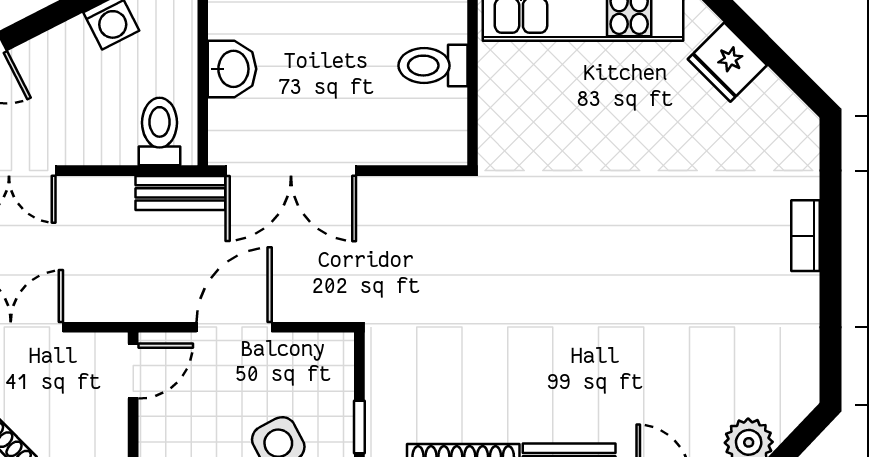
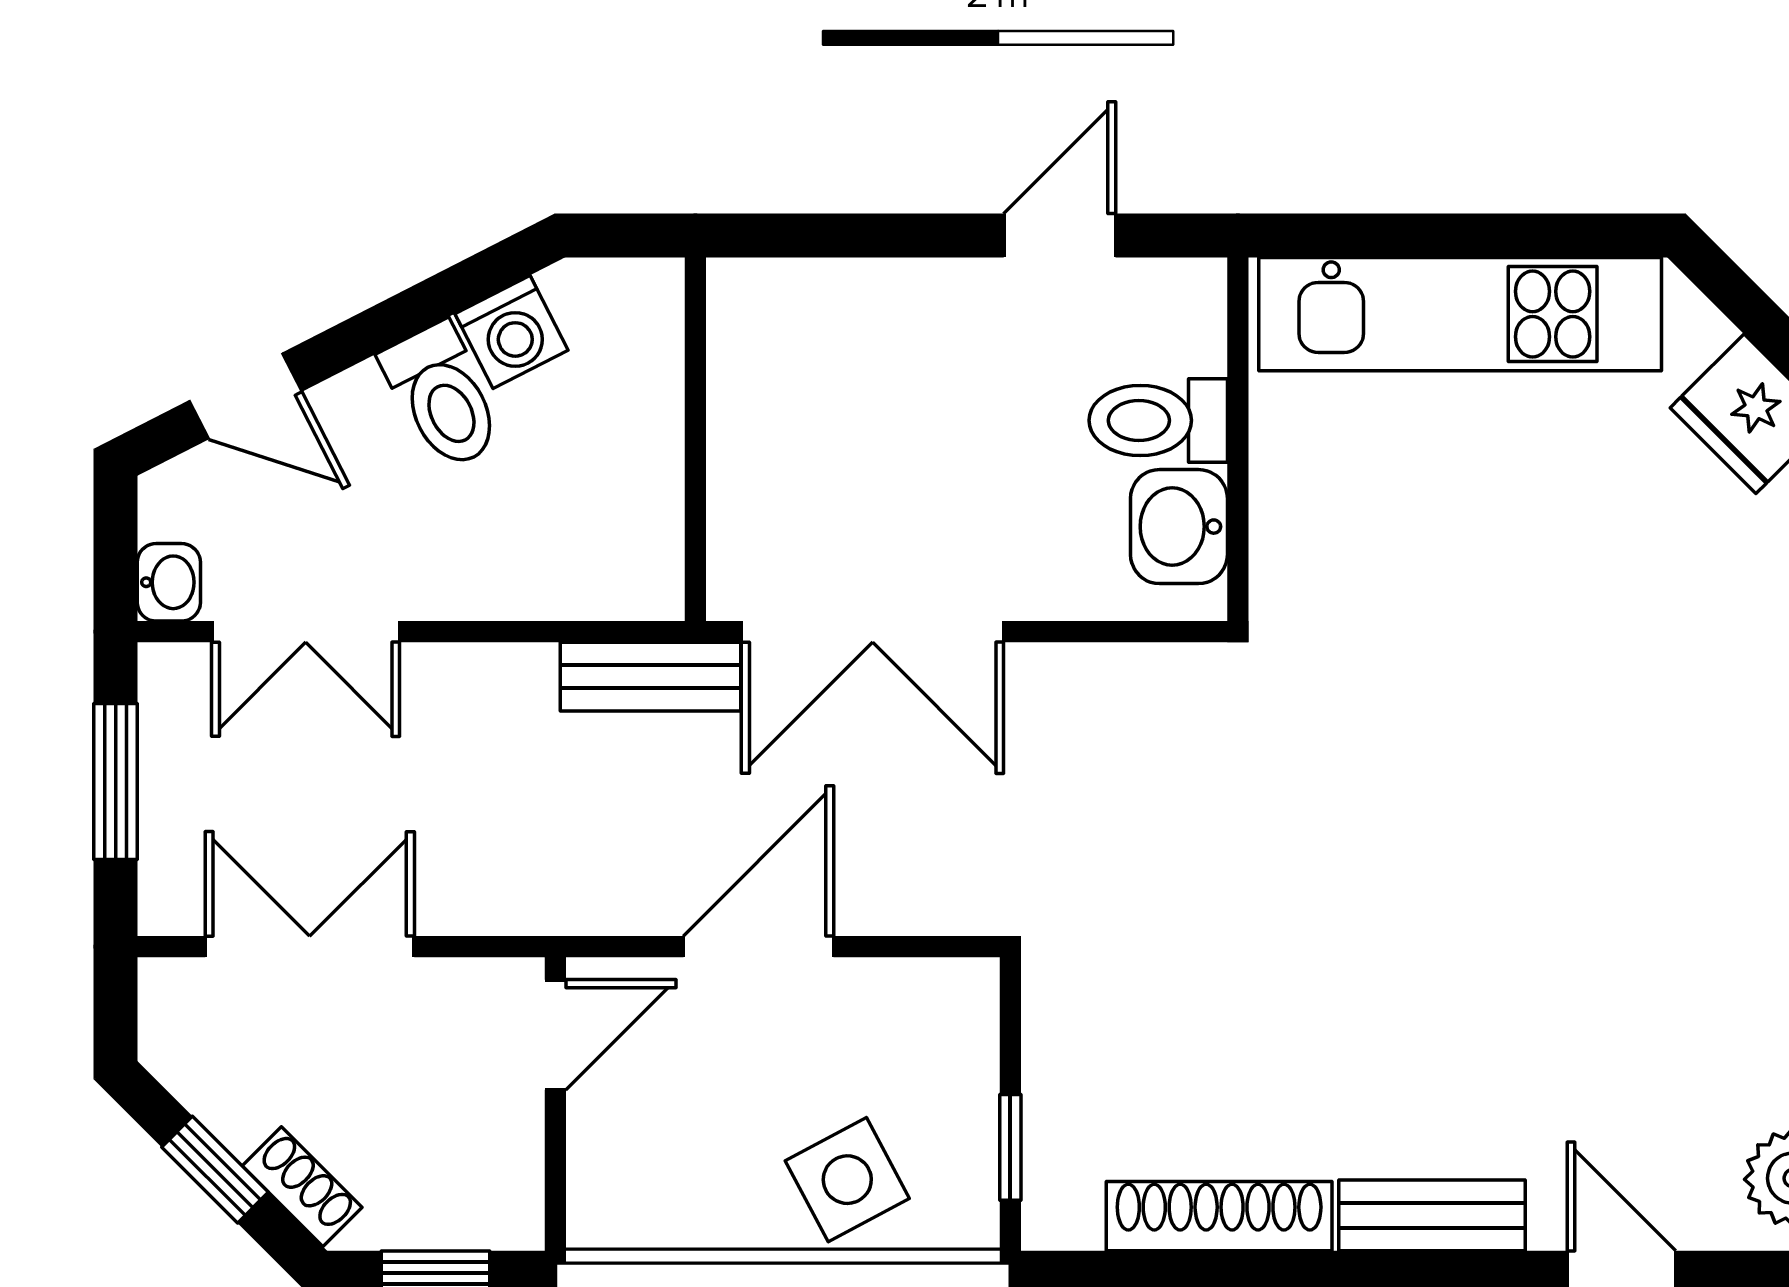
washbasin: (232, 69) -> (1179, 527), moved, turned 180
toilet: (160, 131) -> (443, 396), moved, turned 153

